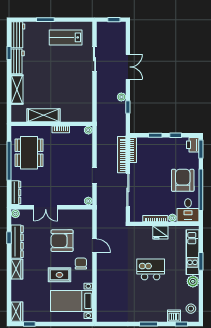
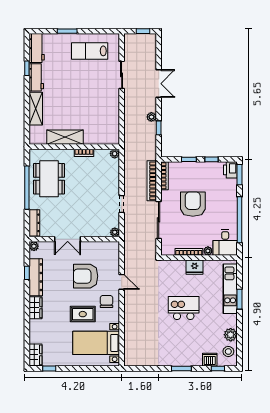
armchair: (183, 180) -> (193, 204), moved
plant: (193, 281) -> (231, 335), moved

